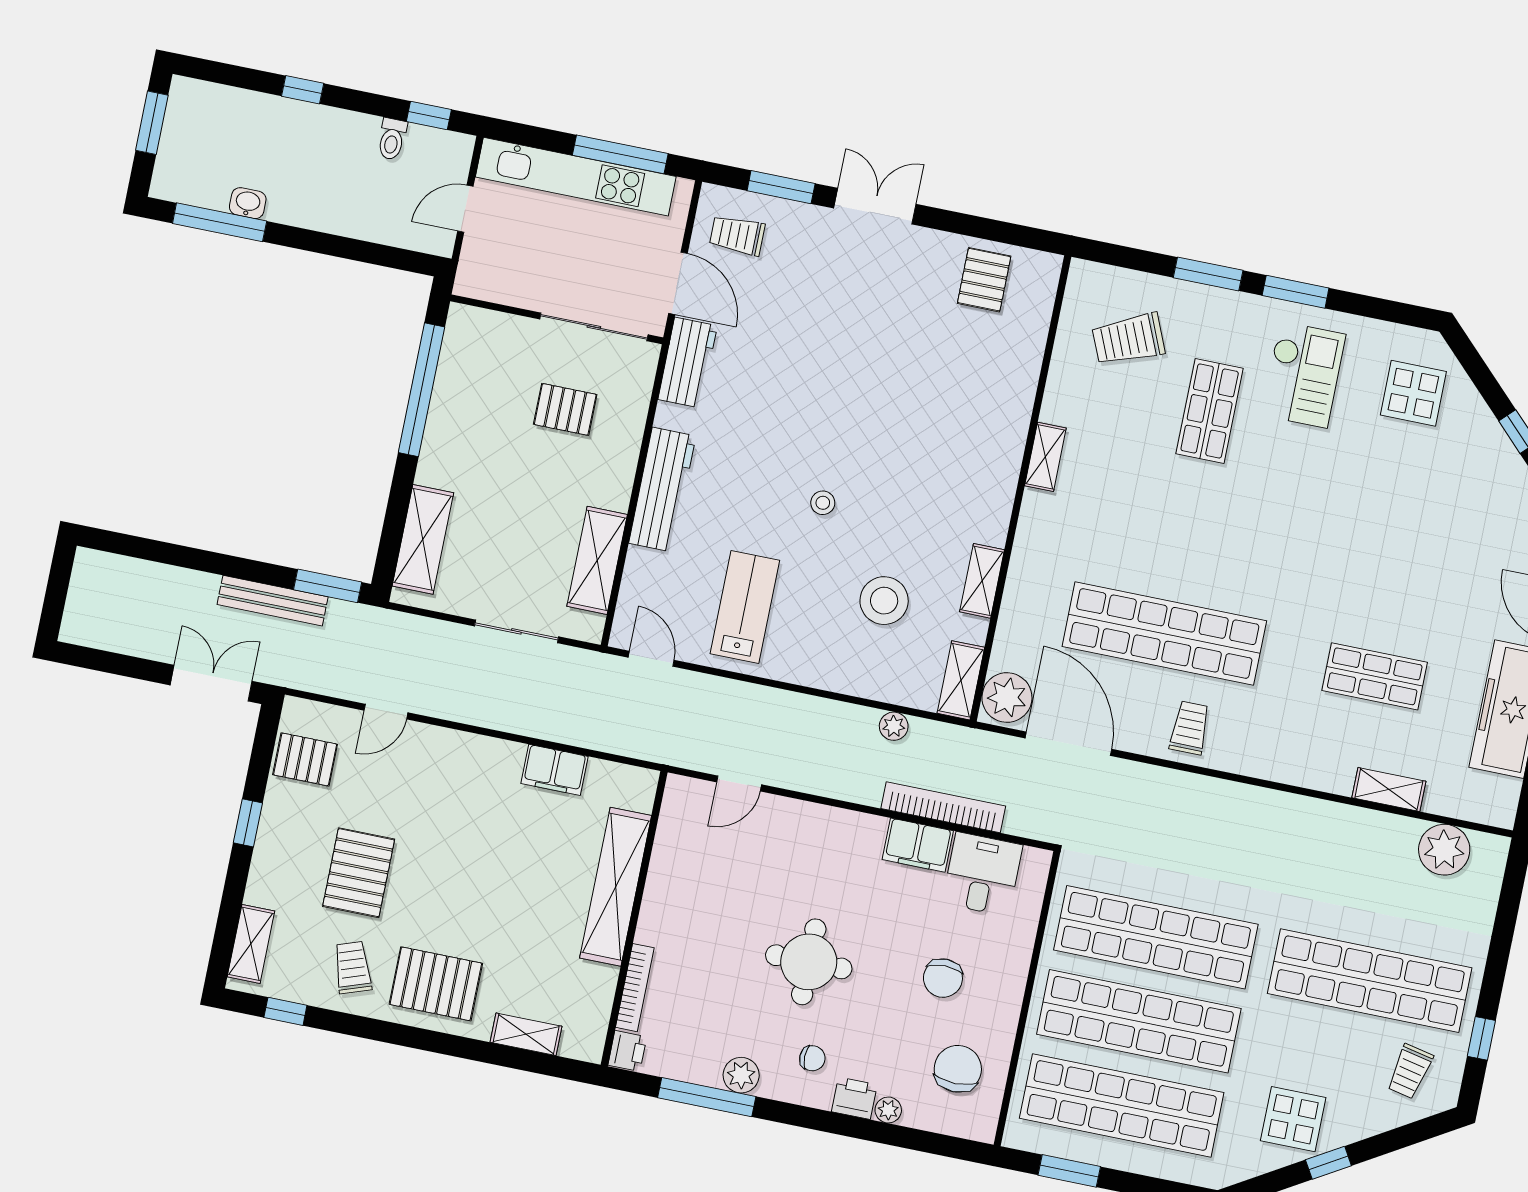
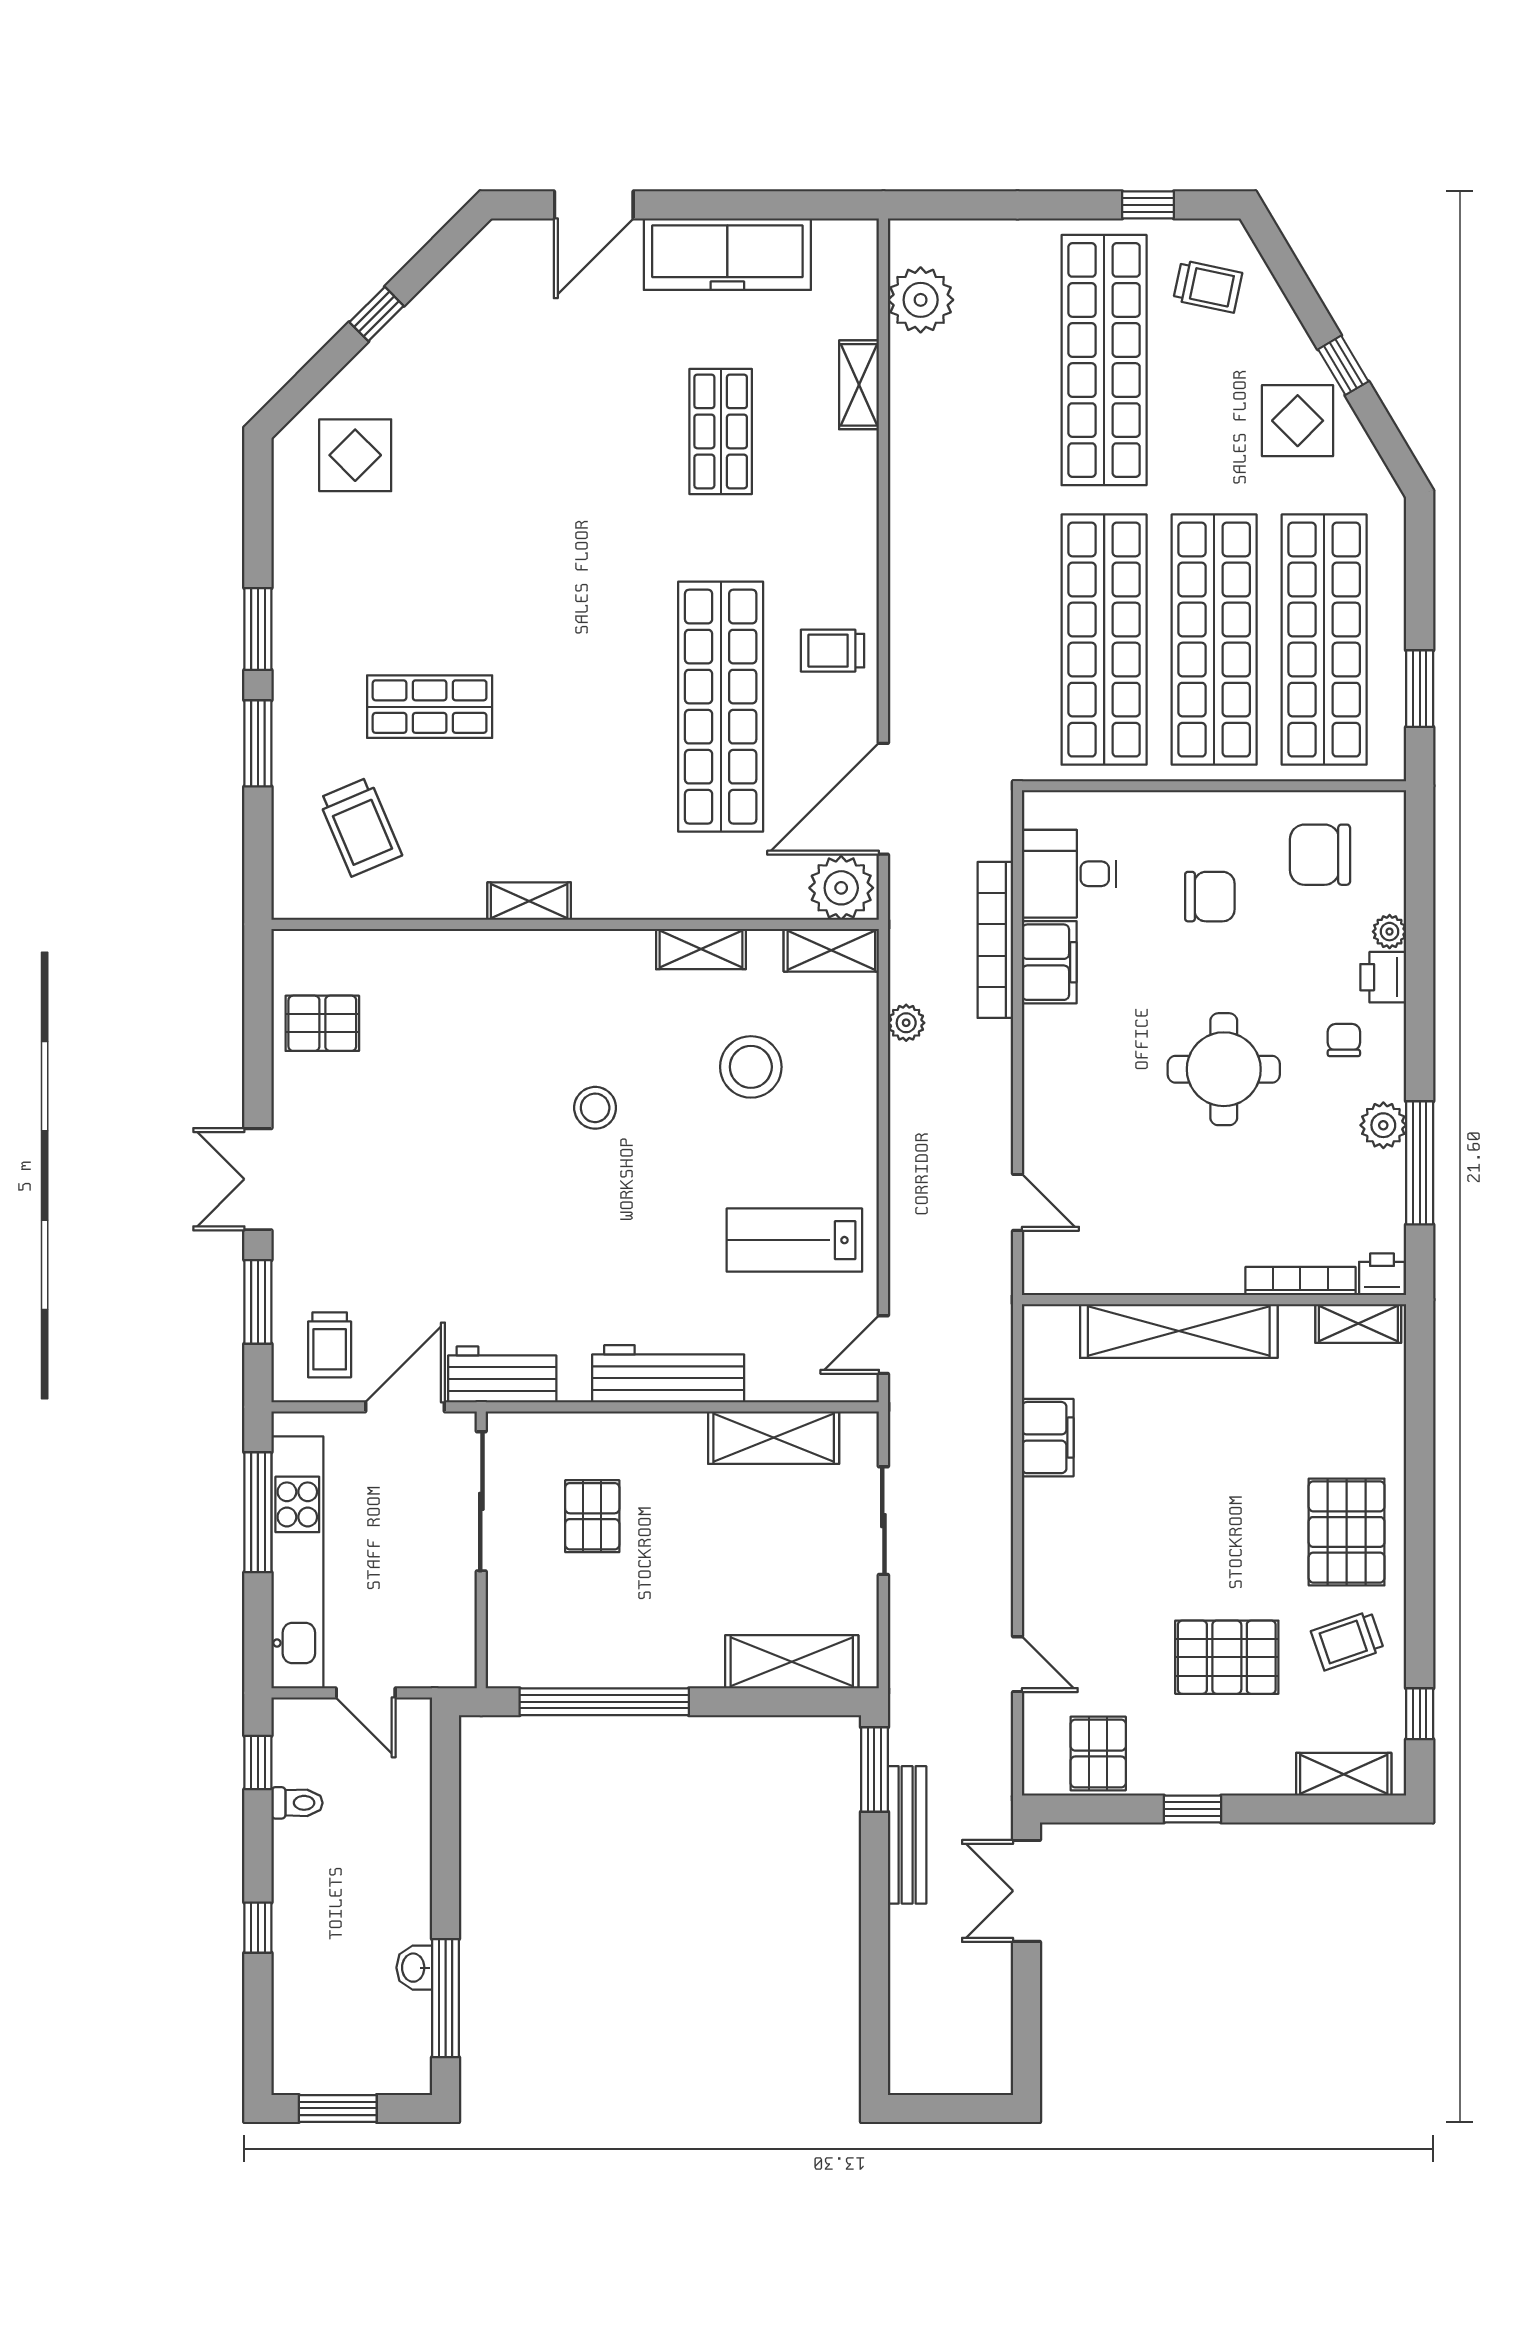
checkout: (1303, 375) -> (360, 598), removed
stool: (823, 503) -> (595, 1108), moved, width x1.37, depth x1.37
shelving: (526, 1034) -> (1358, 1323), moved, turned 90

